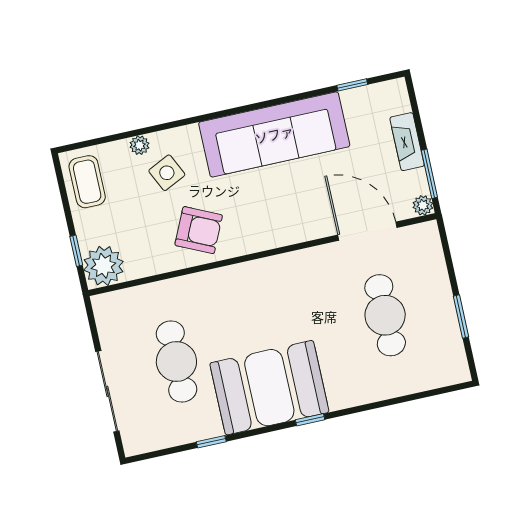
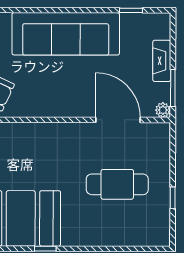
cafe table: (385, 315) -> (117, 184), turned 90
window: (461, 317) -> (173, 198), width x0.67

